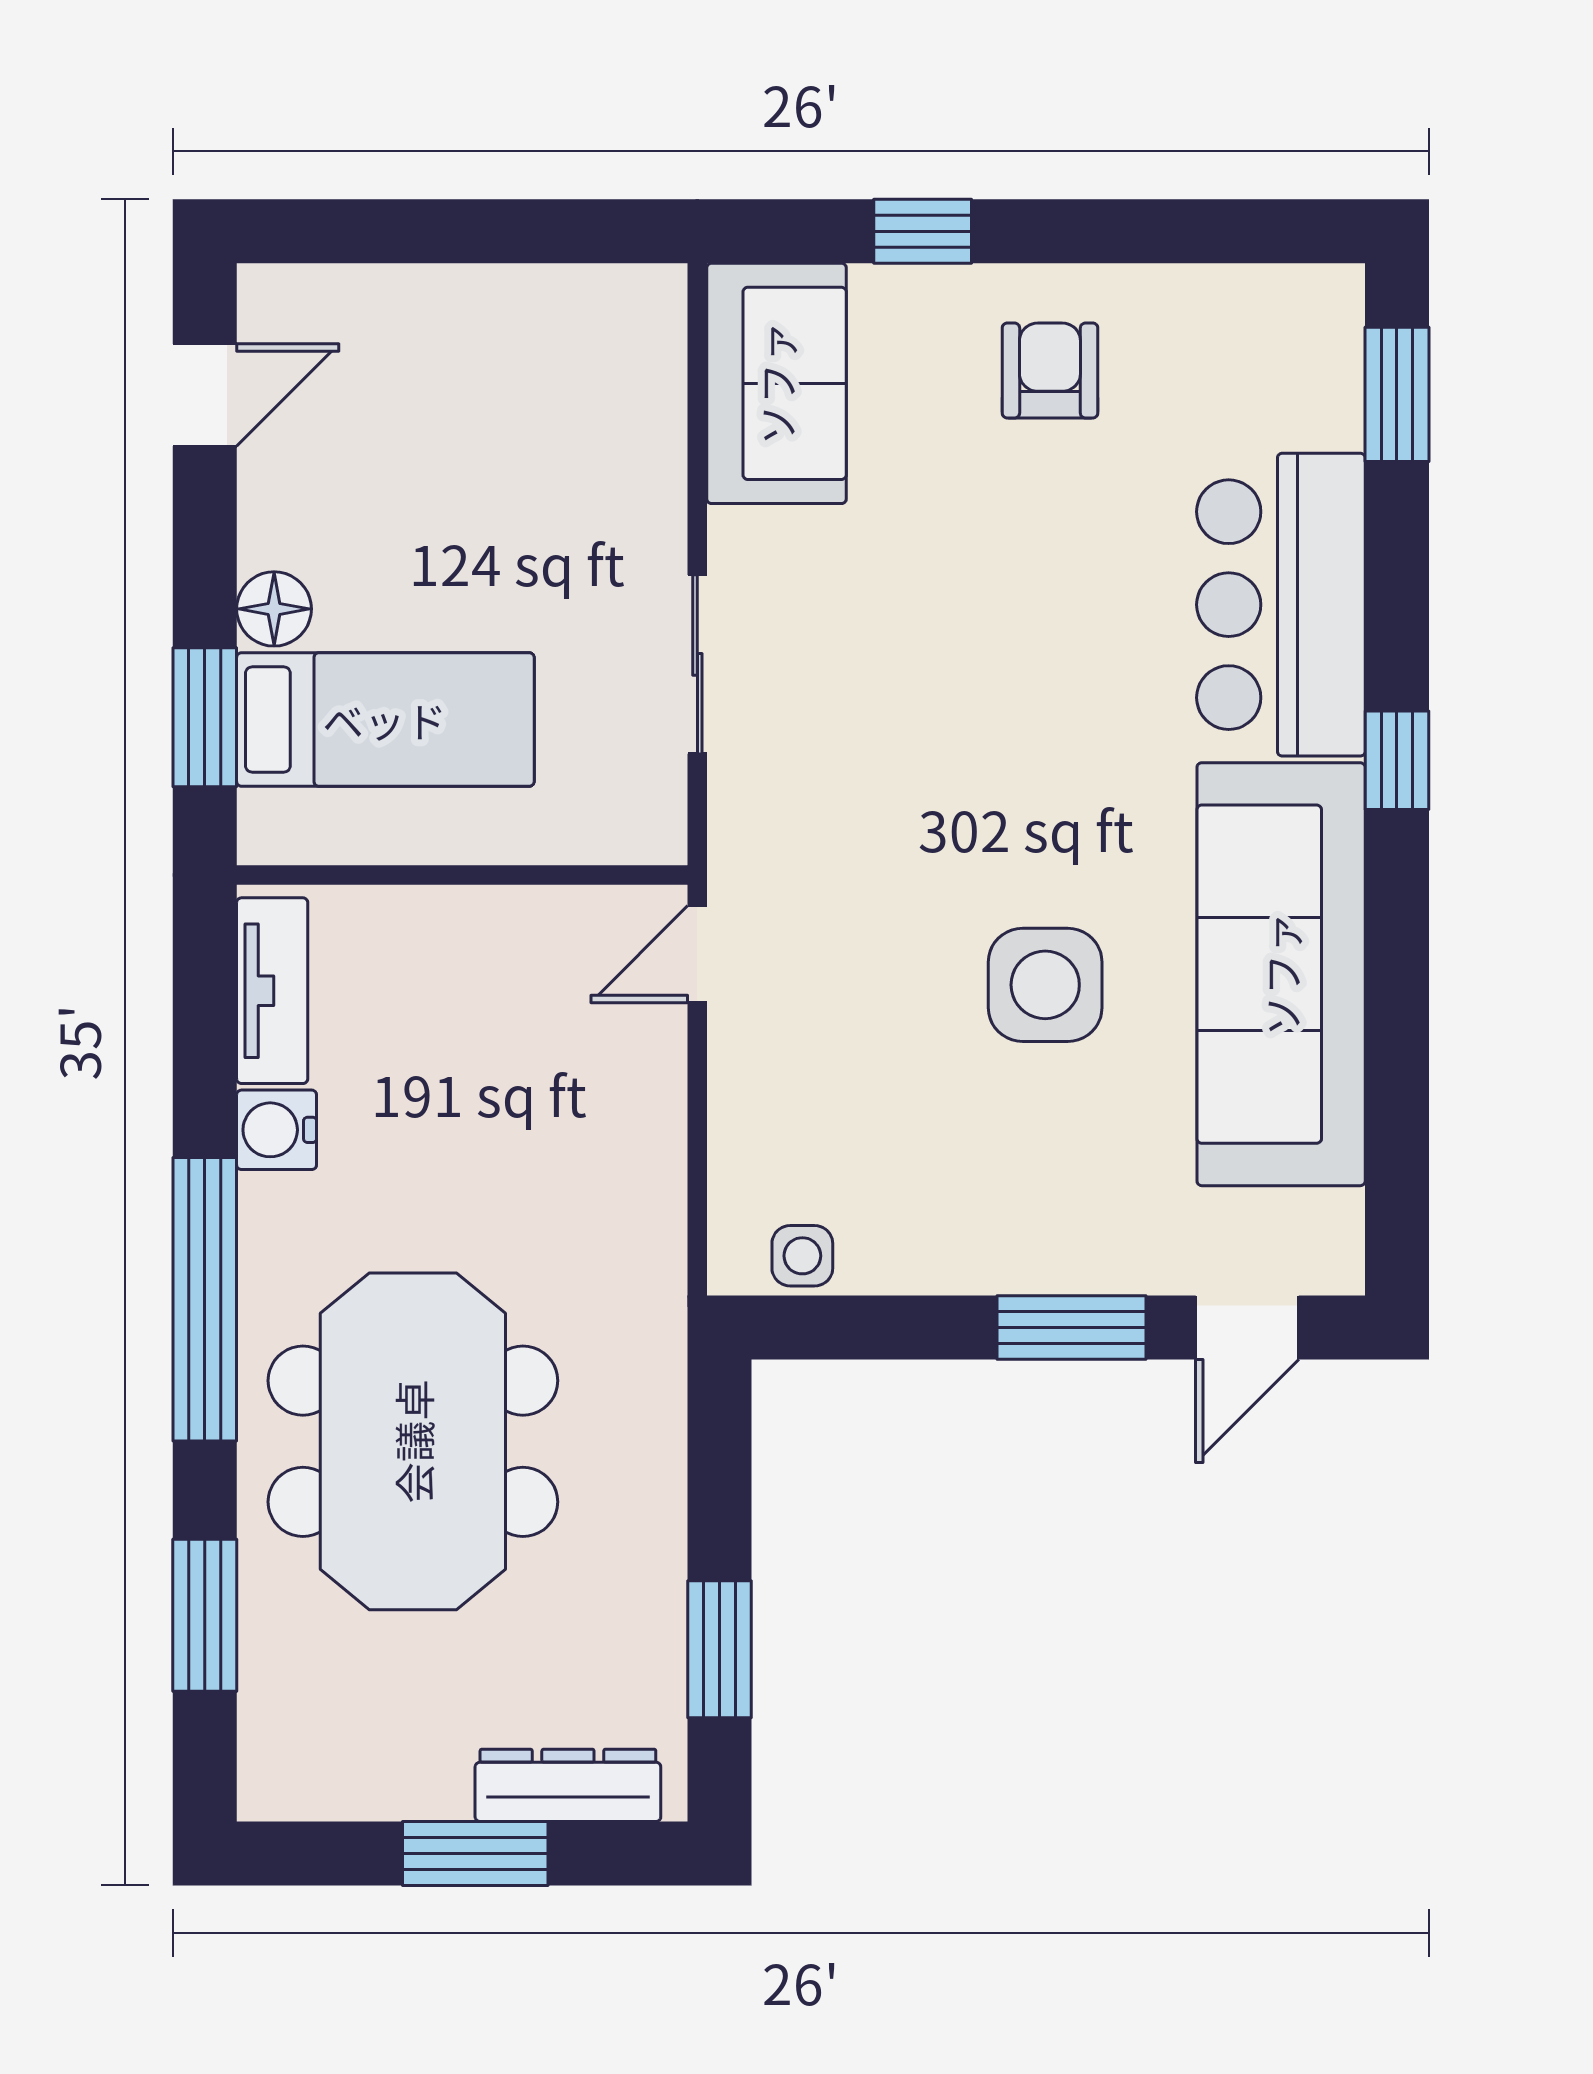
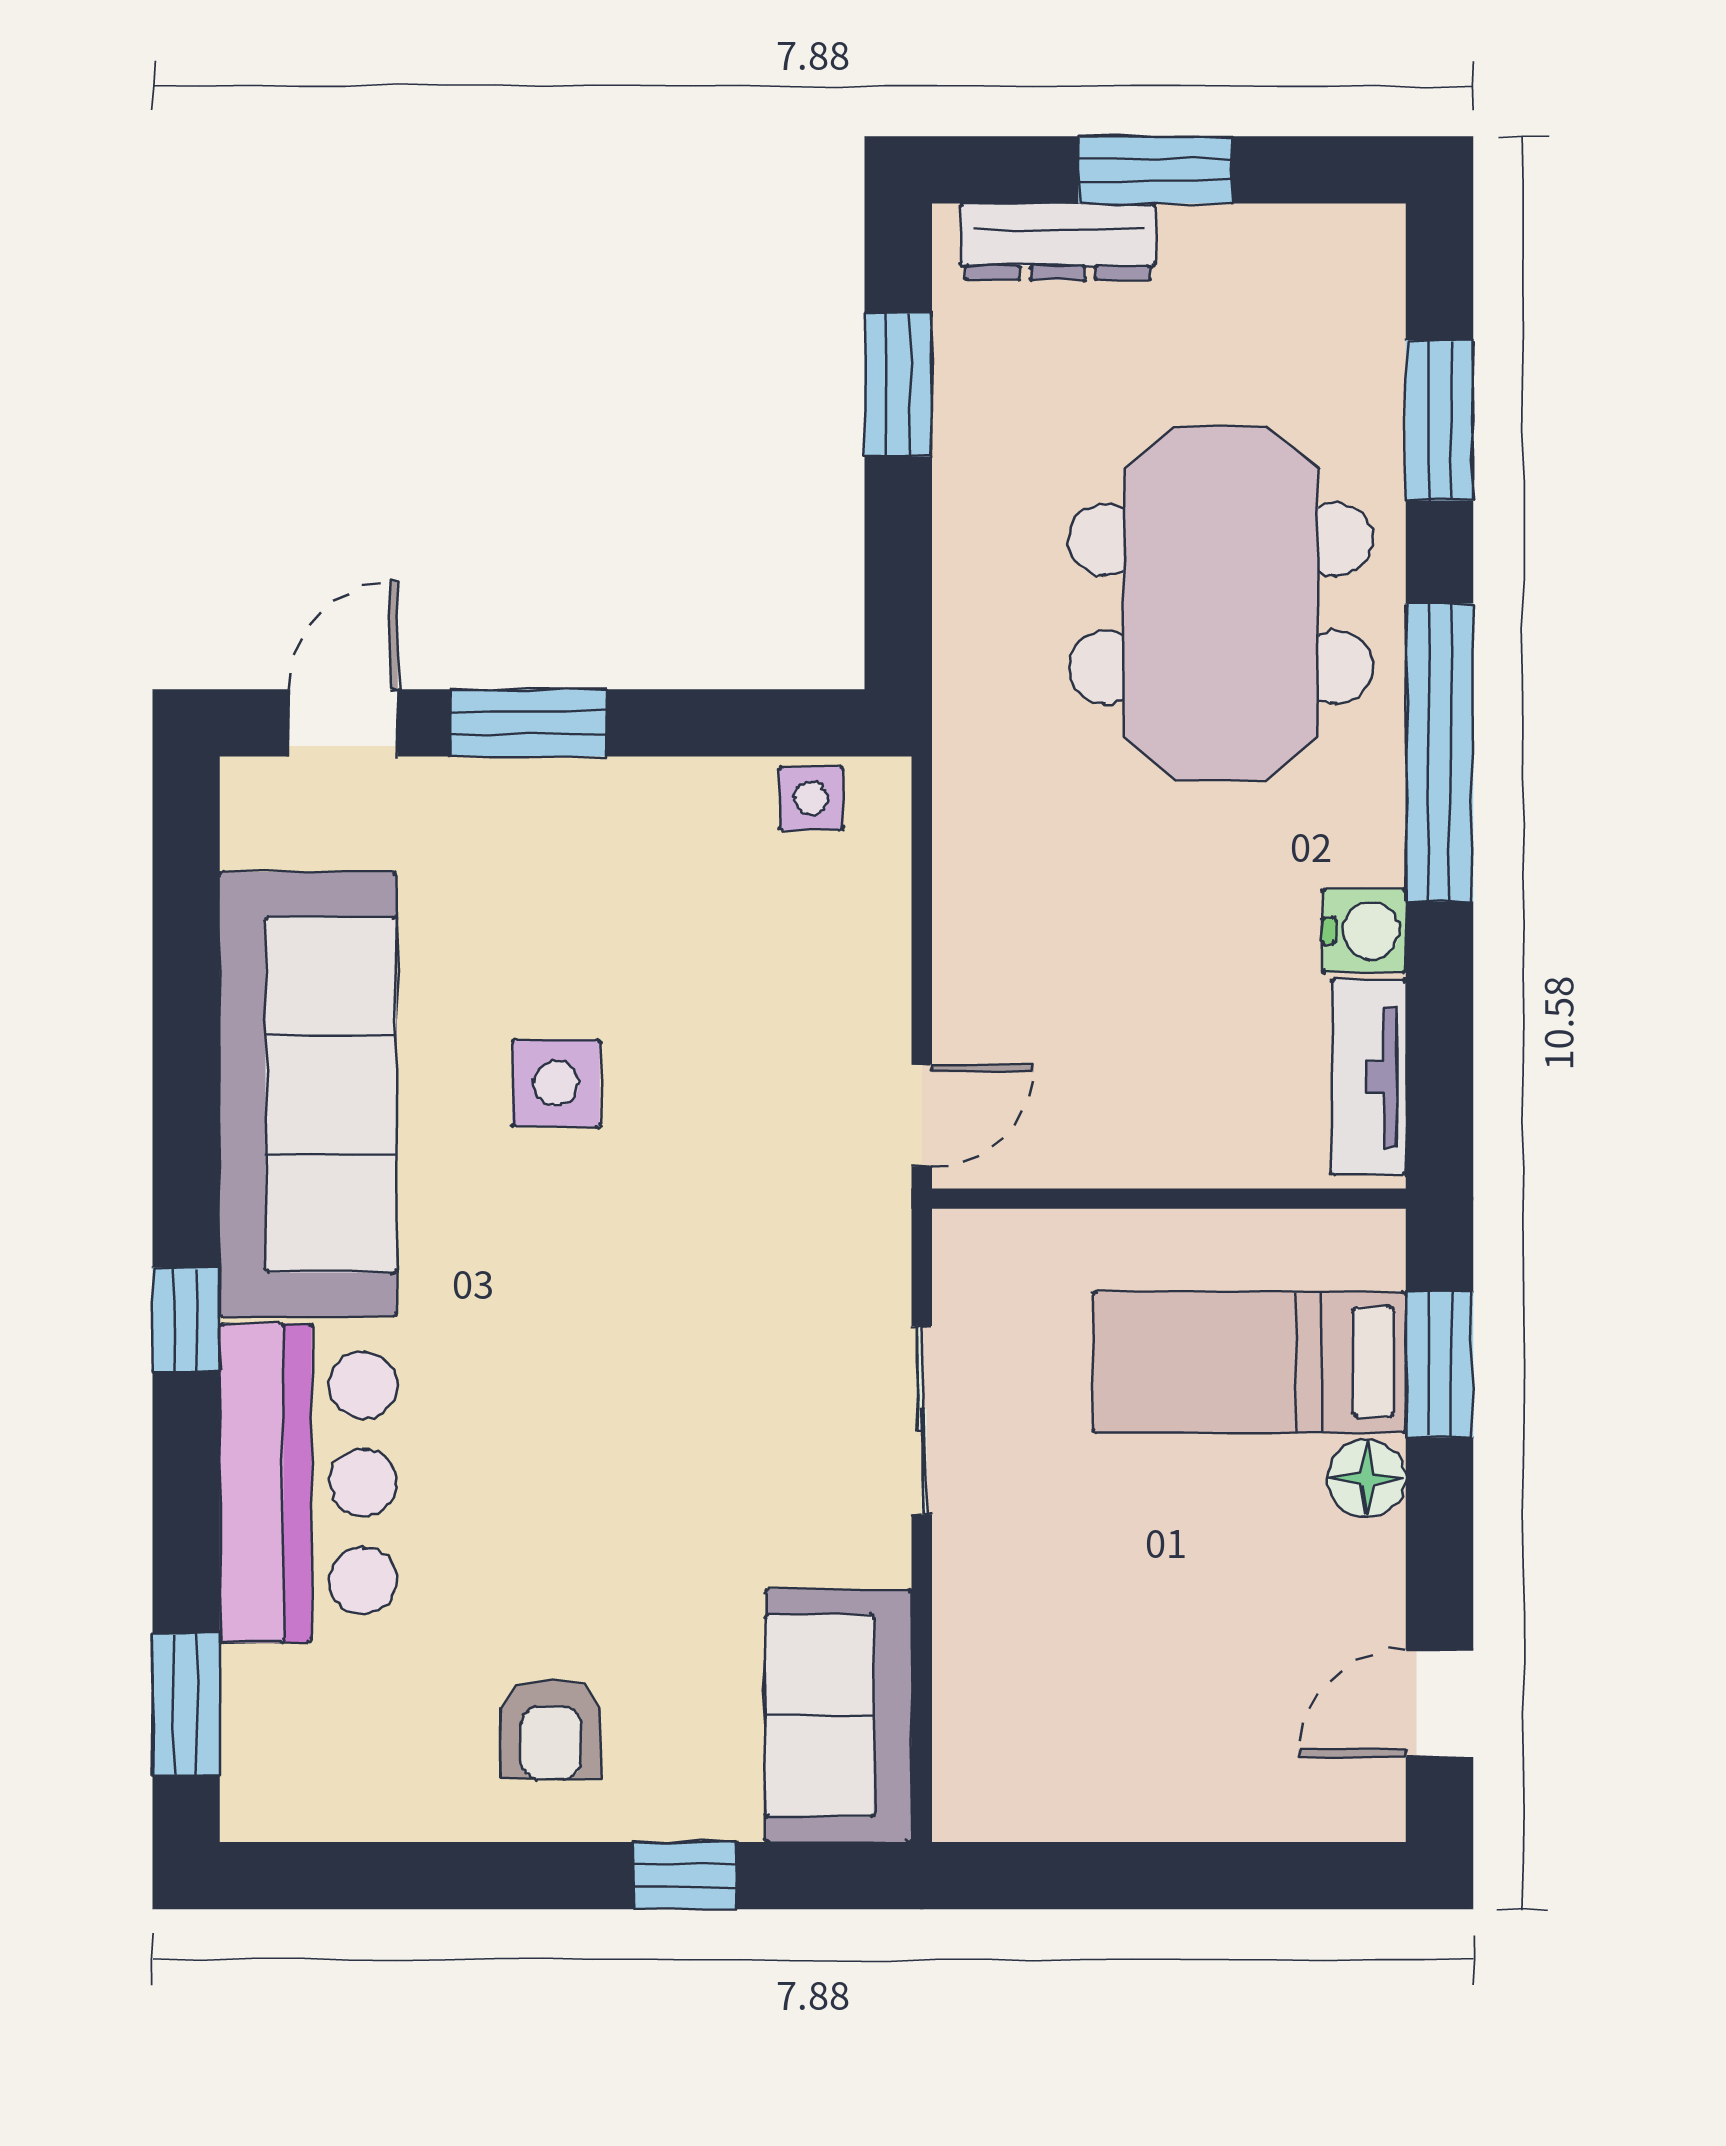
side table: (1045, 985) -> (556, 1083), width x0.73, depth x0.73

